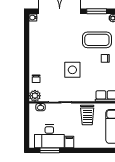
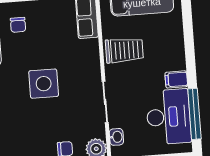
window: (50, 150) -> (194, 114), width x1.44

